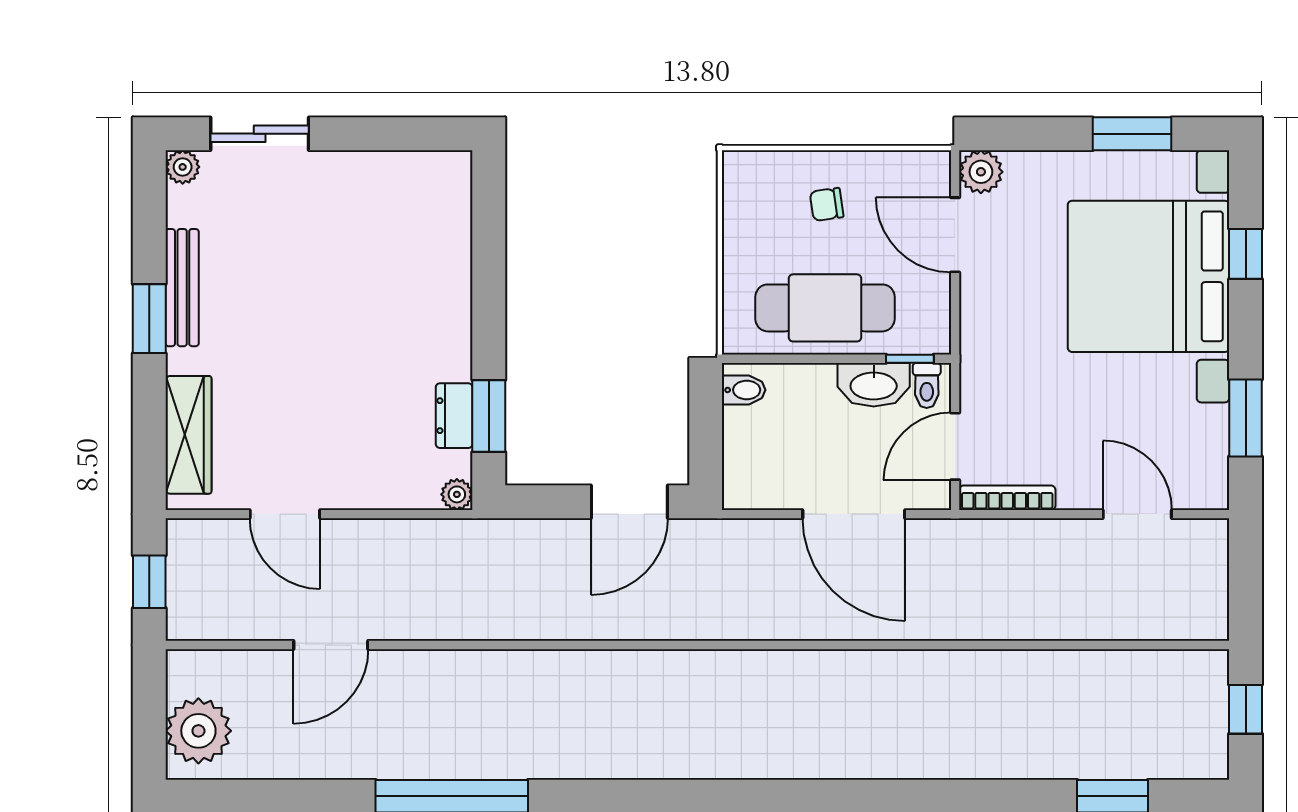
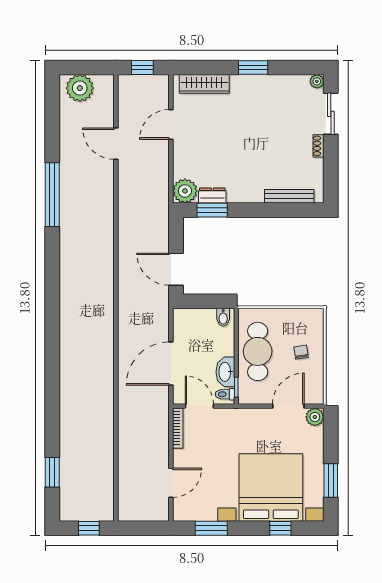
shoe rack: (336, 163) -> (318, 146), added
bench: (182, 288) -> (289, 196), moved
plant: (457, 494) -> (185, 191), width x1.87, depth x1.87

